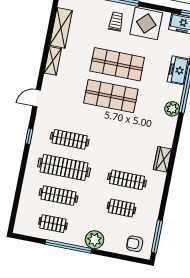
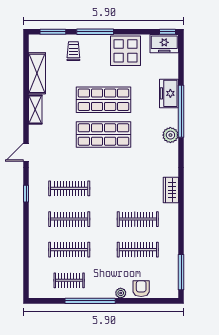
trolley: (116, 22) -> (73, 51), moved
clothes rail: (64, 167) -> (69, 219), width x0.73, depth x0.76
clothes rail: (121, 208) -> (138, 250), width x1.36
plant: (95, 240) -> (121, 293), width x0.53, depth x0.53
armchair: (135, 244) -> (141, 289), moved, turned 90

